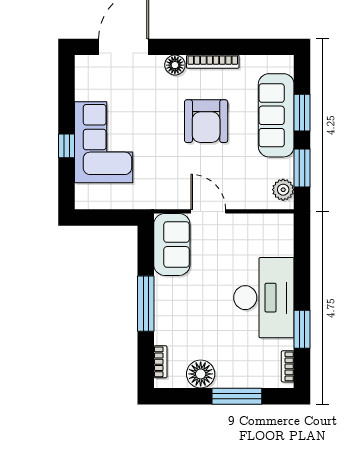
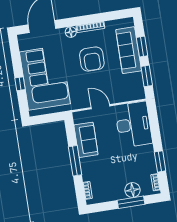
corner sofa: (104, 142) -> (45, 78), width x1.36, depth x1.36
plant: (283, 190) -> (138, 89), removed
sofa: (172, 244) -> (86, 140), moved
desk: (264, 298) -> (133, 124), moved
floor lamp: (201, 374) -> (133, 190), moved

